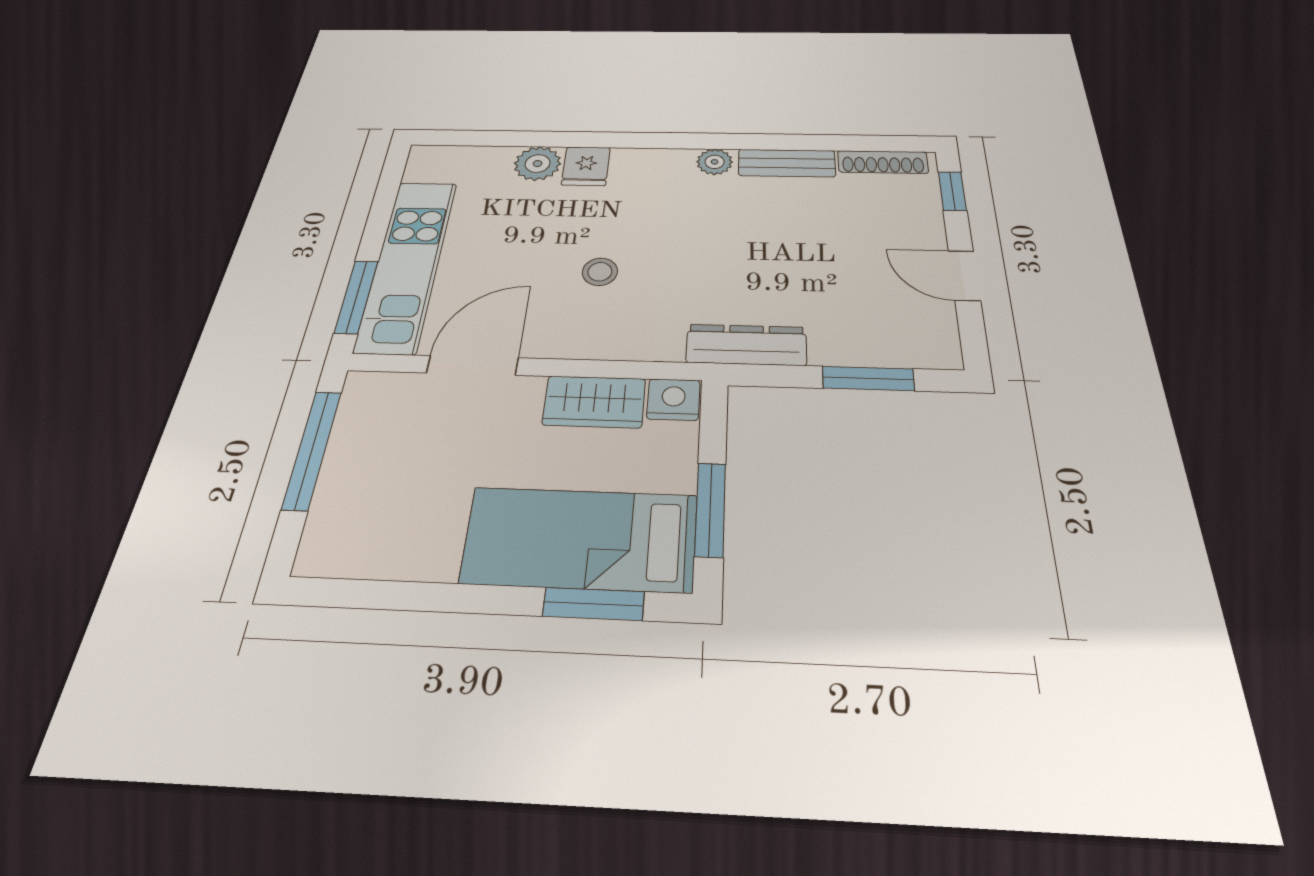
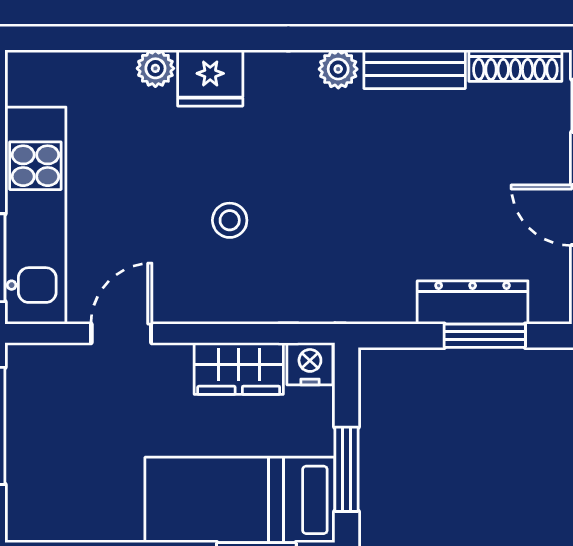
plant: (538, 164) -> (155, 68), width x0.73, depth x0.73
fridge: (586, 166) -> (210, 78), width x1.38
dresser: (746, 345) -> (473, 302), moved
door: (472, 365) -> (121, 333), width x0.73

